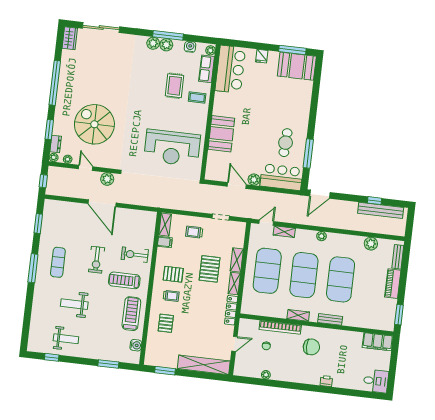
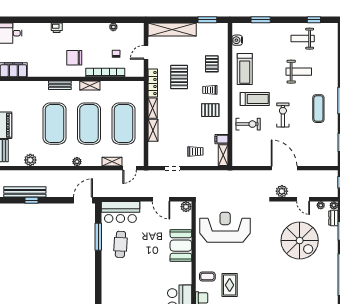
plant: (254, 180) -> (186, 207), moved
pallet: (210, 269) -> (179, 77), moved

